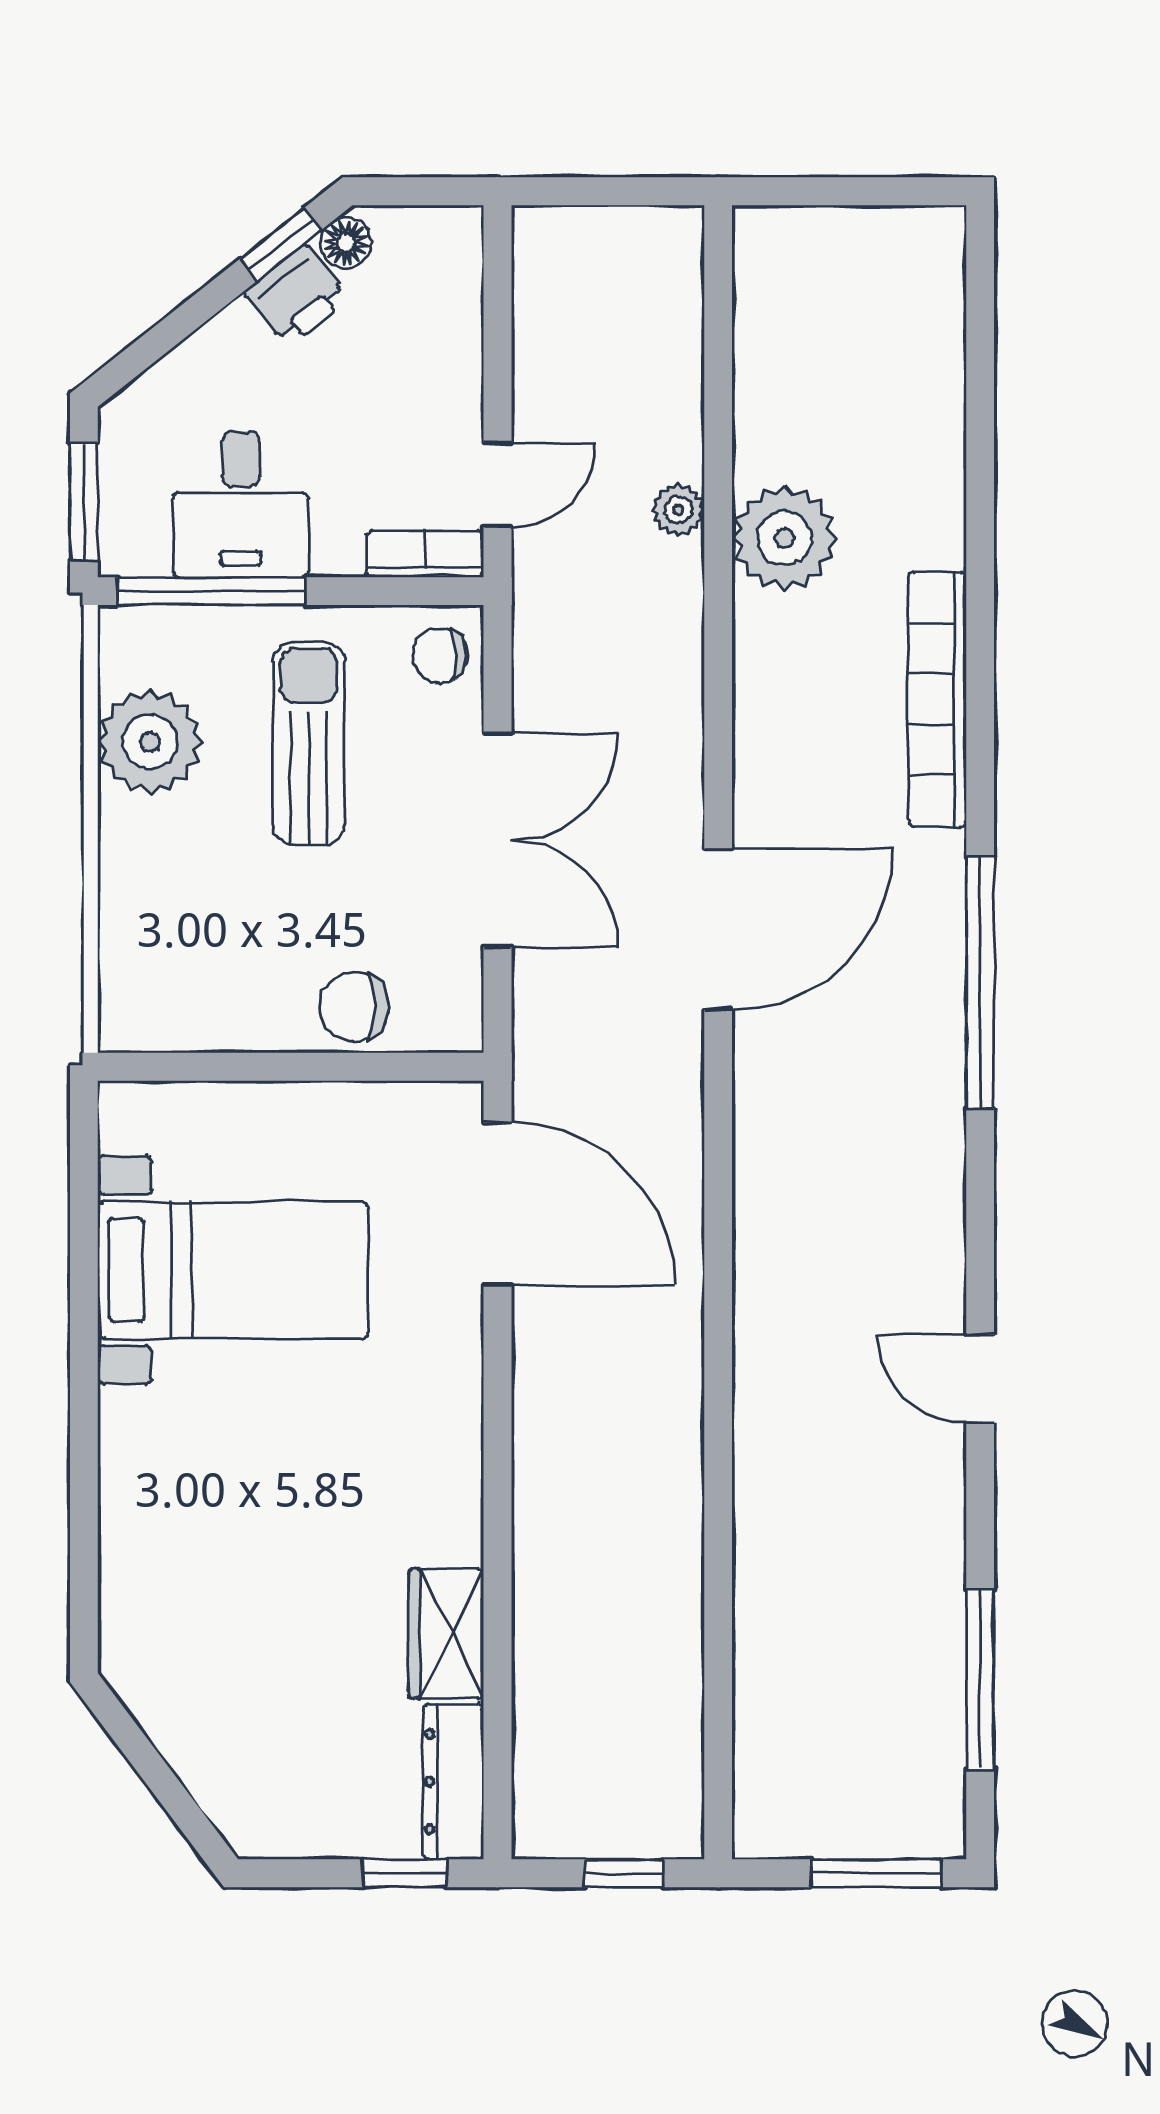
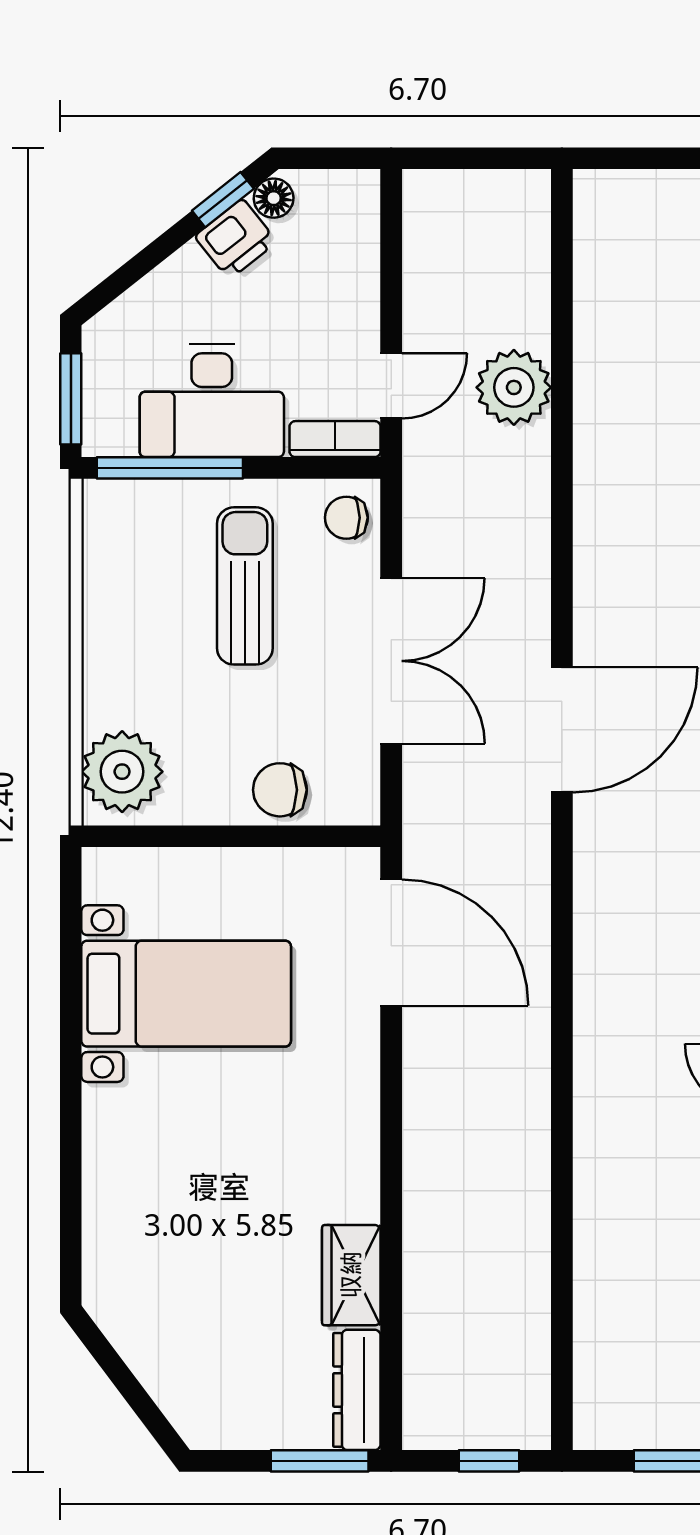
desk: (241, 504) -> (212, 401), width x1.37
plant: (679, 510) -> (514, 387), width x1.88, depth x1.88
plant: (784, 538) -> (613, 427), removed
plant: (150, 742) -> (122, 772), moved
window: (405, 1873) -> (320, 1461), width x1.50

